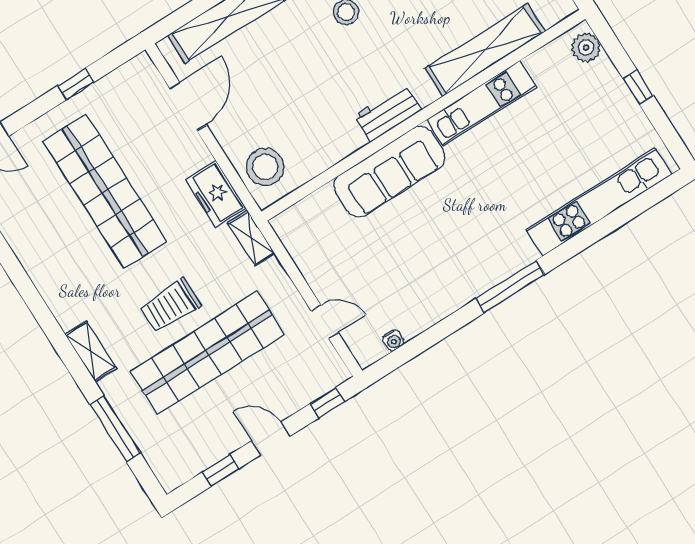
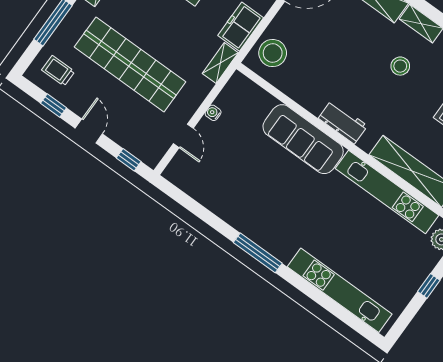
kitchen unit: (481, 103) -> (387, 192), width x1.36
trolley: (170, 306) -> (58, 71), moved, width x0.73, depth x0.72
water cooler: (393, 340) -> (213, 113), moved, turned 90

